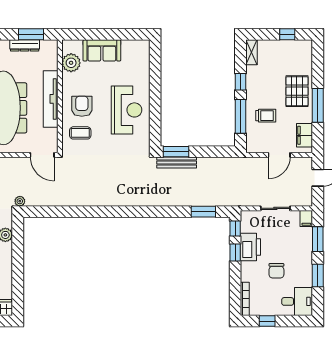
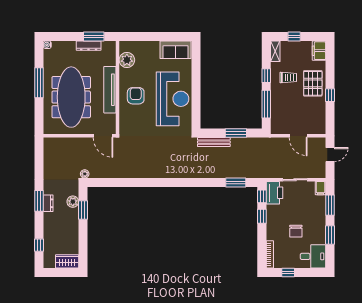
window: (287, 34) -> (294, 37), moved
sofa: (102, 50) -> (176, 50), moved
window: (318, 105) -> (330, 95), width x0.46
reception desk: (126, 110) -> (172, 99), width x1.36, depth x1.30
trolley: (266, 116) -> (288, 78), moved
coffee table: (80, 133) -> (134, 118), removed
filing cabinet: (305, 135) -> (319, 51), moved
window: (176, 152) -> (236, 133), moved
door: (279, 155) -> (298, 136), hinge flipped
window: (18, 245) -> (83, 210), added
printer: (250, 247) -> (274, 193), moved

